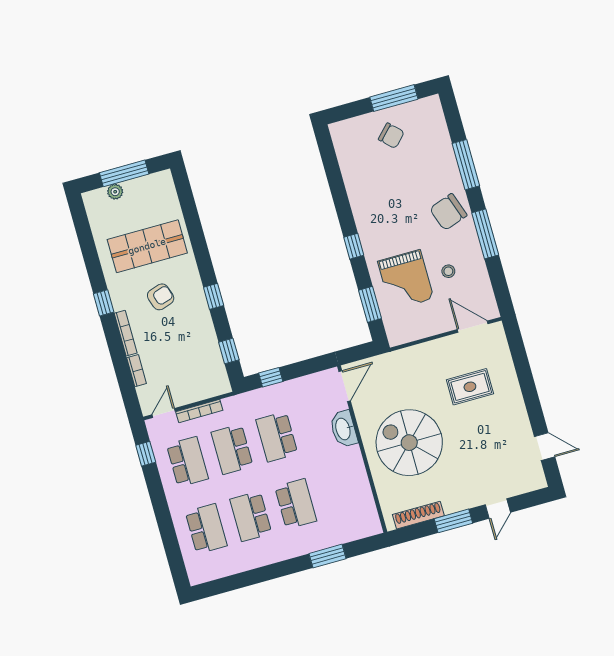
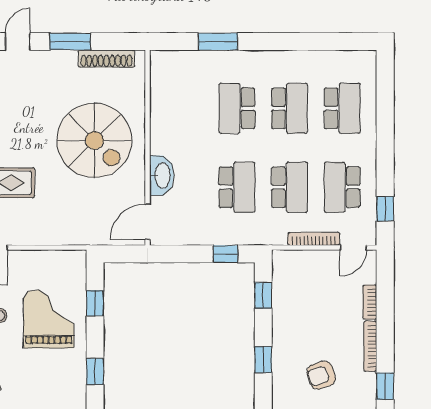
window: (370, 304) -> (95, 303), width x0.67
school desk: (206, 529) -> (342, 108), turned 180

